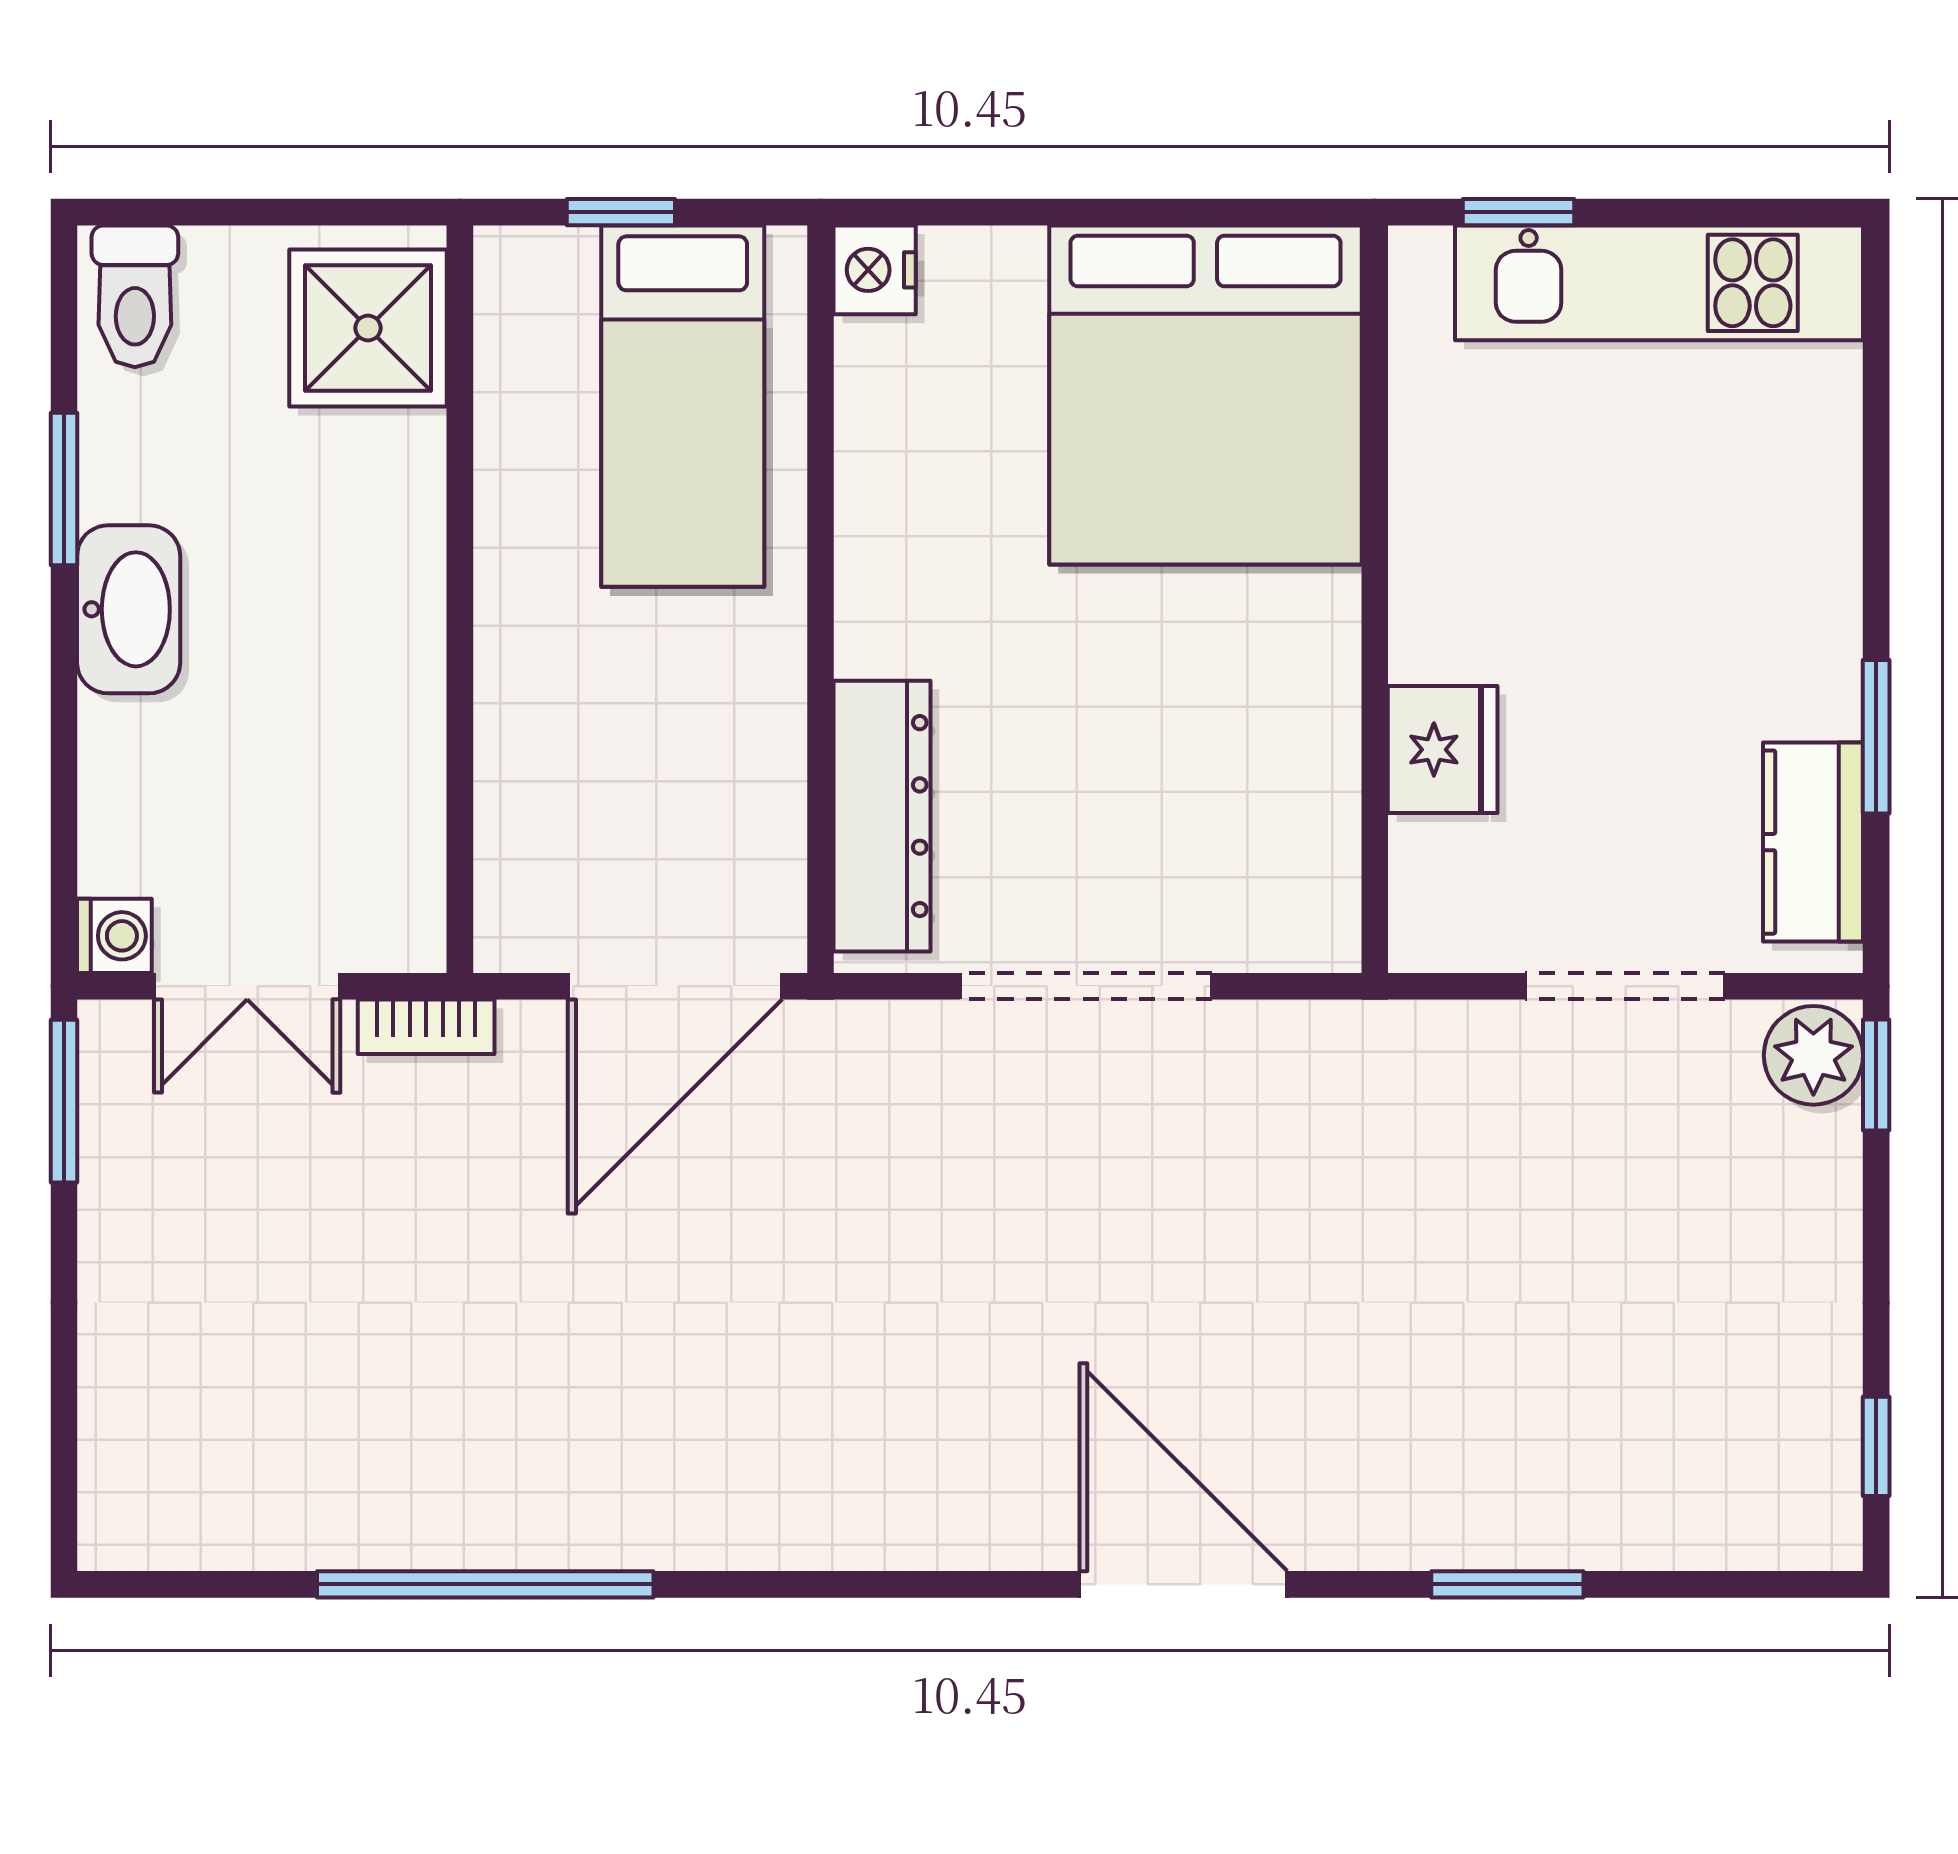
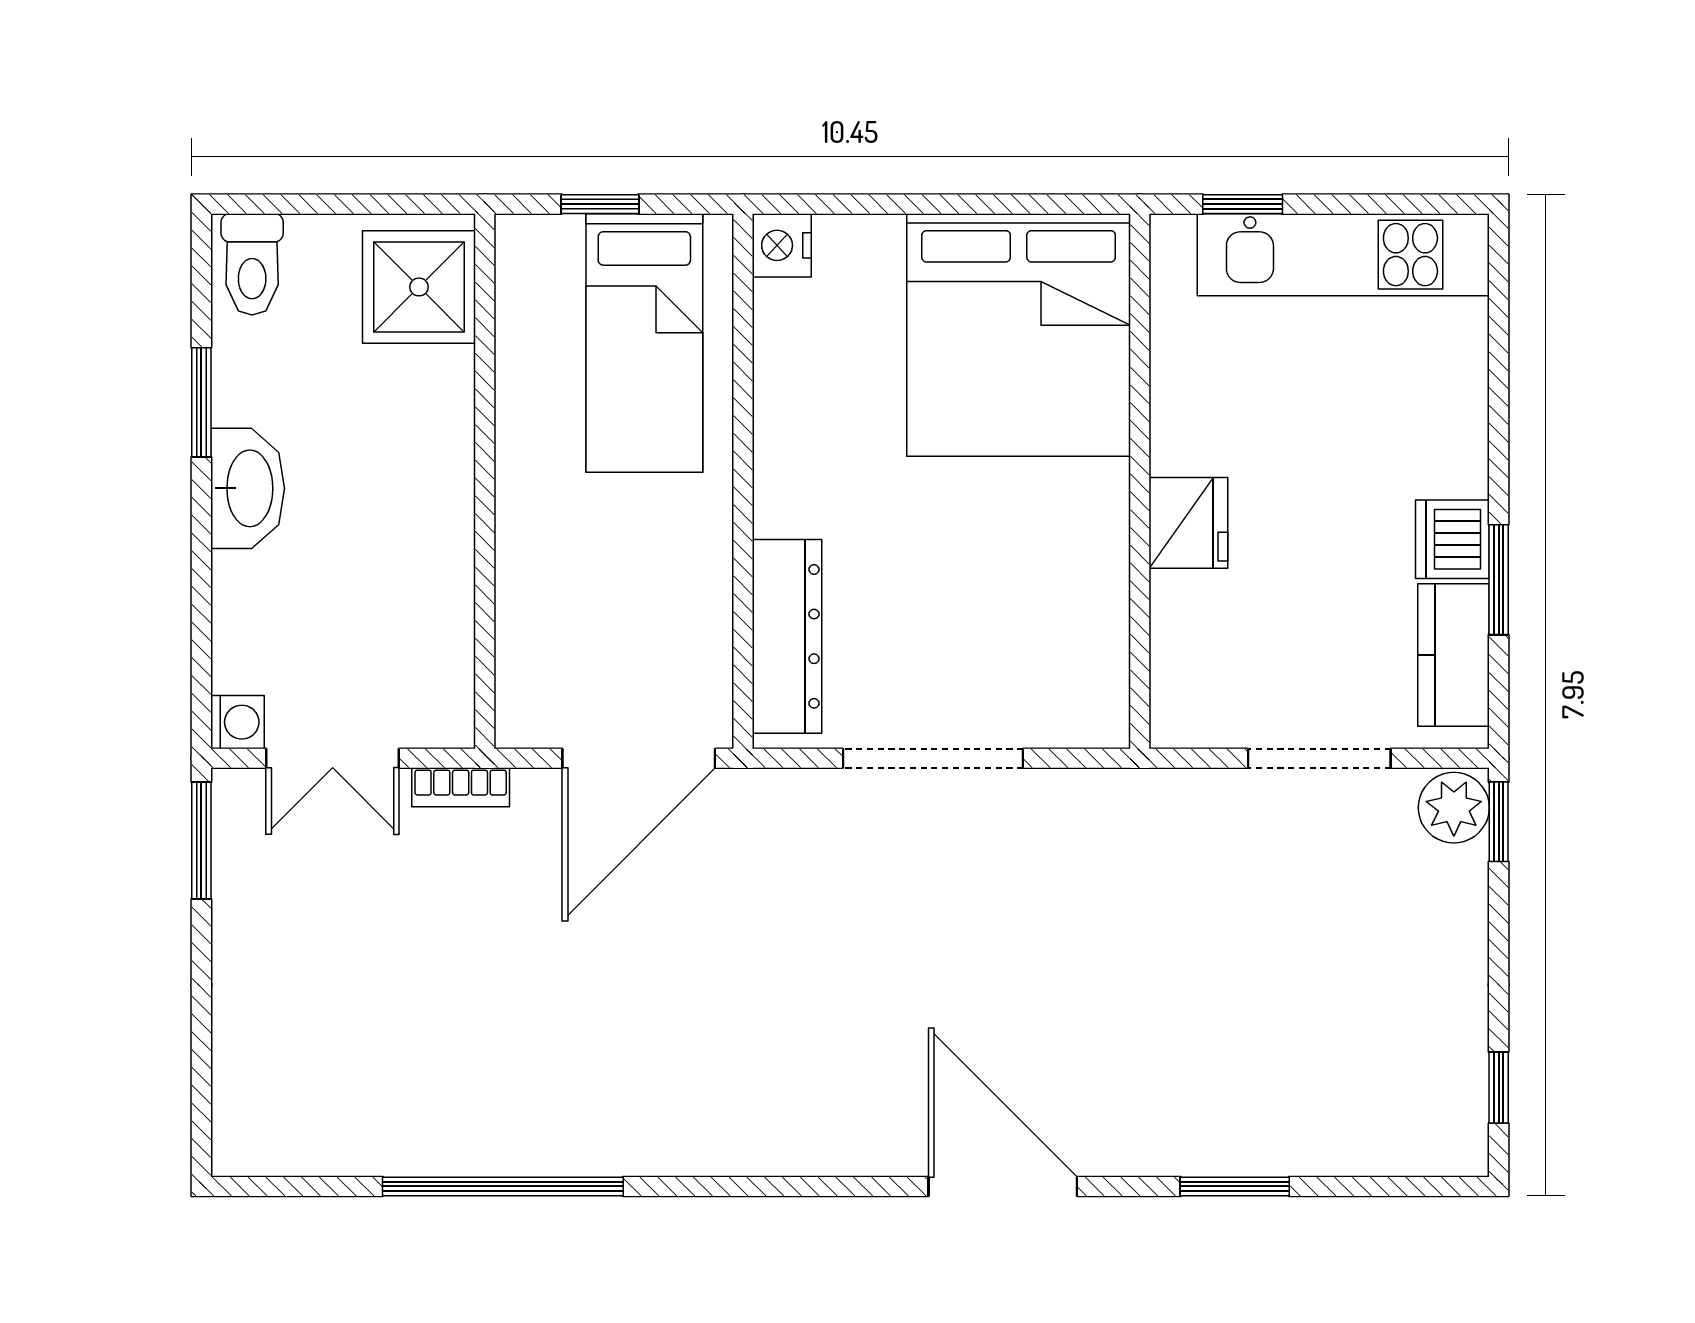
dishwasher: (1811, 680) -> (1452, 539), added
fridge: (1443, 750) -> (1188, 523), moved

